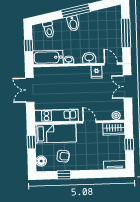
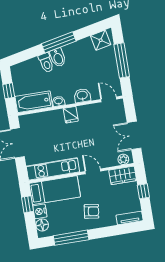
shower: (111, 14) -> (101, 40), added
toilet: (49, 30) -> (46, 63), moved
fridge: (97, 72) -> (71, 115), moved
double door: (127, 87) -> (134, 135), moved
nightstand: (41, 149) -> (40, 211), added
armchair: (63, 156) -> (92, 211), moved
window: (64, 175) -> (71, 238), width x2.17

